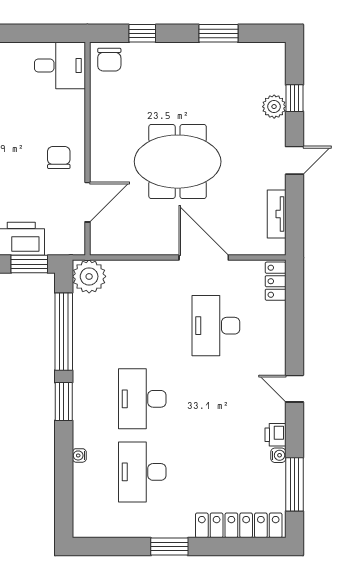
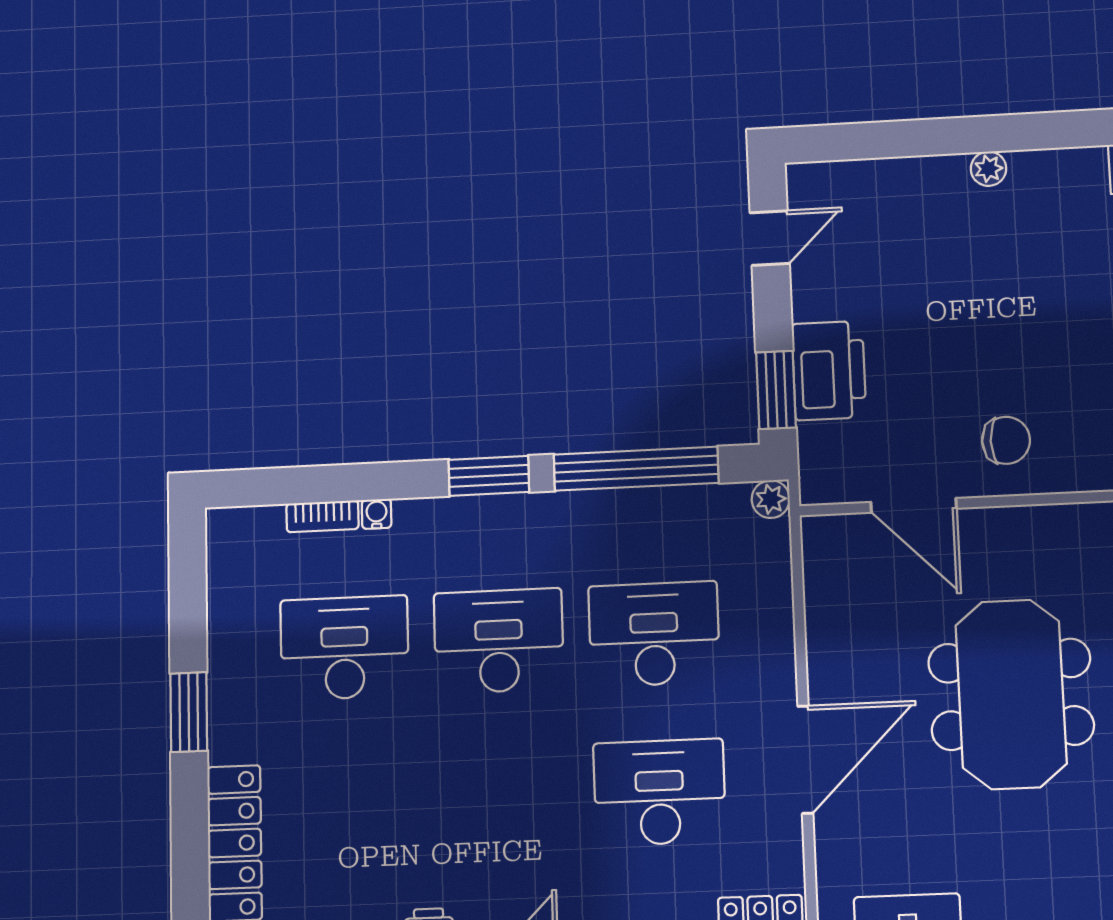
plant: (89, 276) -> (771, 499), width x0.53, depth x0.53
desk: (142, 326) -> (654, 634), added
bookcase: (79, 481) -> (322, 516), added

